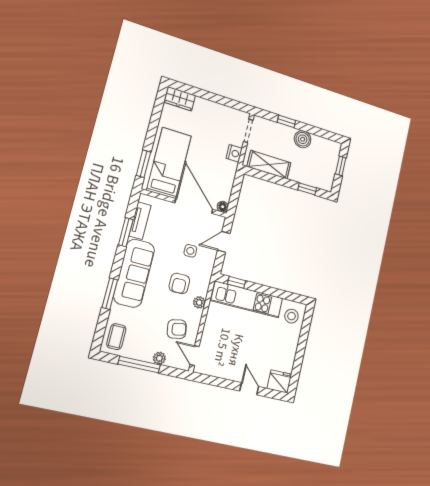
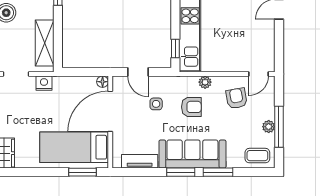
window: (126, 232) -> (181, 172), moved
plant: (159, 358) -> (269, 127), moved

